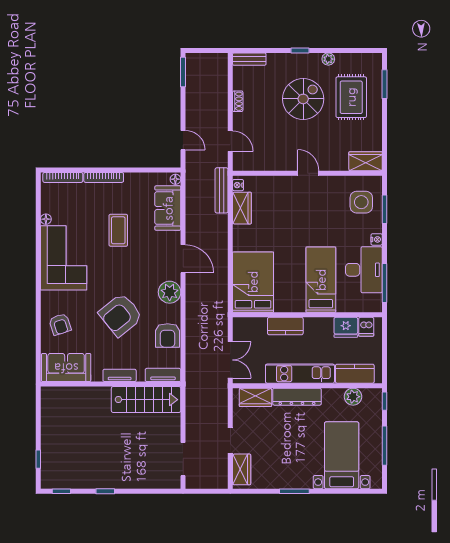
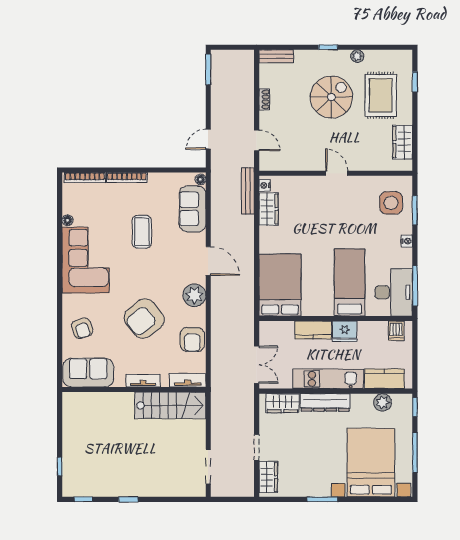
window: (385, 84) -> (415, 82), width x0.67
door: (183, 140) -> (208, 139), swing flipped
wardrobe: (366, 161) -> (403, 142), moved, turned -90
desk: (364, 270) -> (394, 292), moved
fridge: (346, 327) -> (345, 331), moved
bed with nightstands: (342, 455) -> (371, 463), width x1.36

